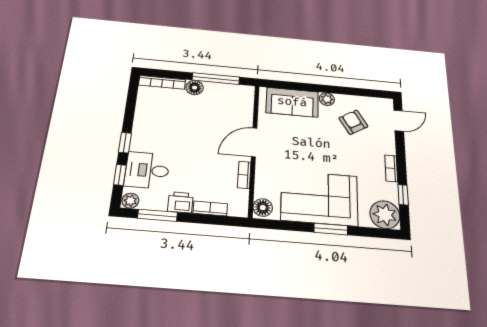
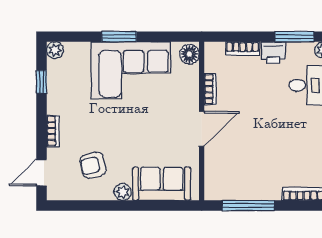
floor lamp: (195, 88) -> (271, 191), removed
armchair: (353, 122) -> (93, 165), turned 108
bookcase: (391, 168) -> (53, 131), moved
plant: (385, 215) -> (55, 50), width x0.53, depth x0.53

